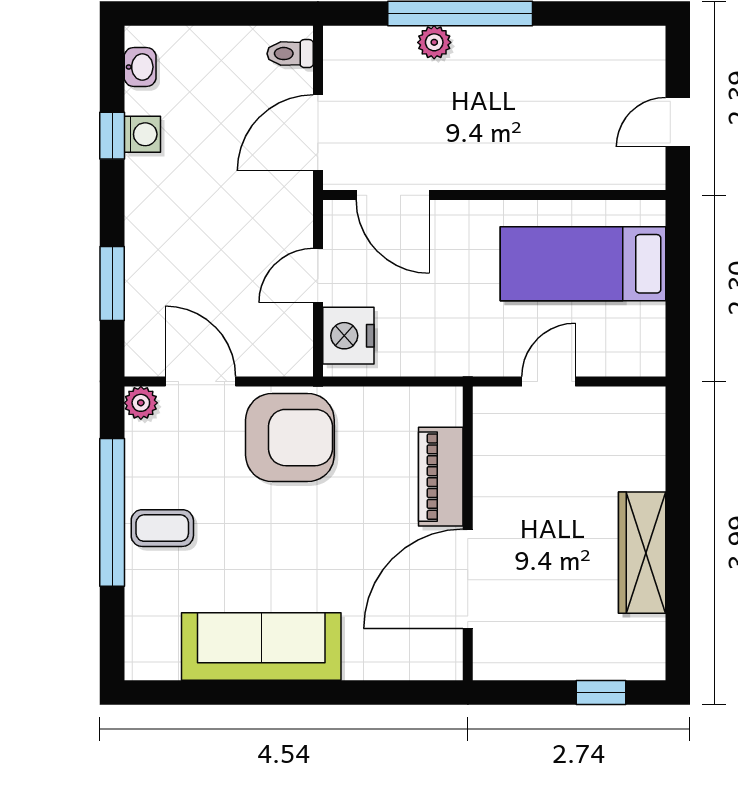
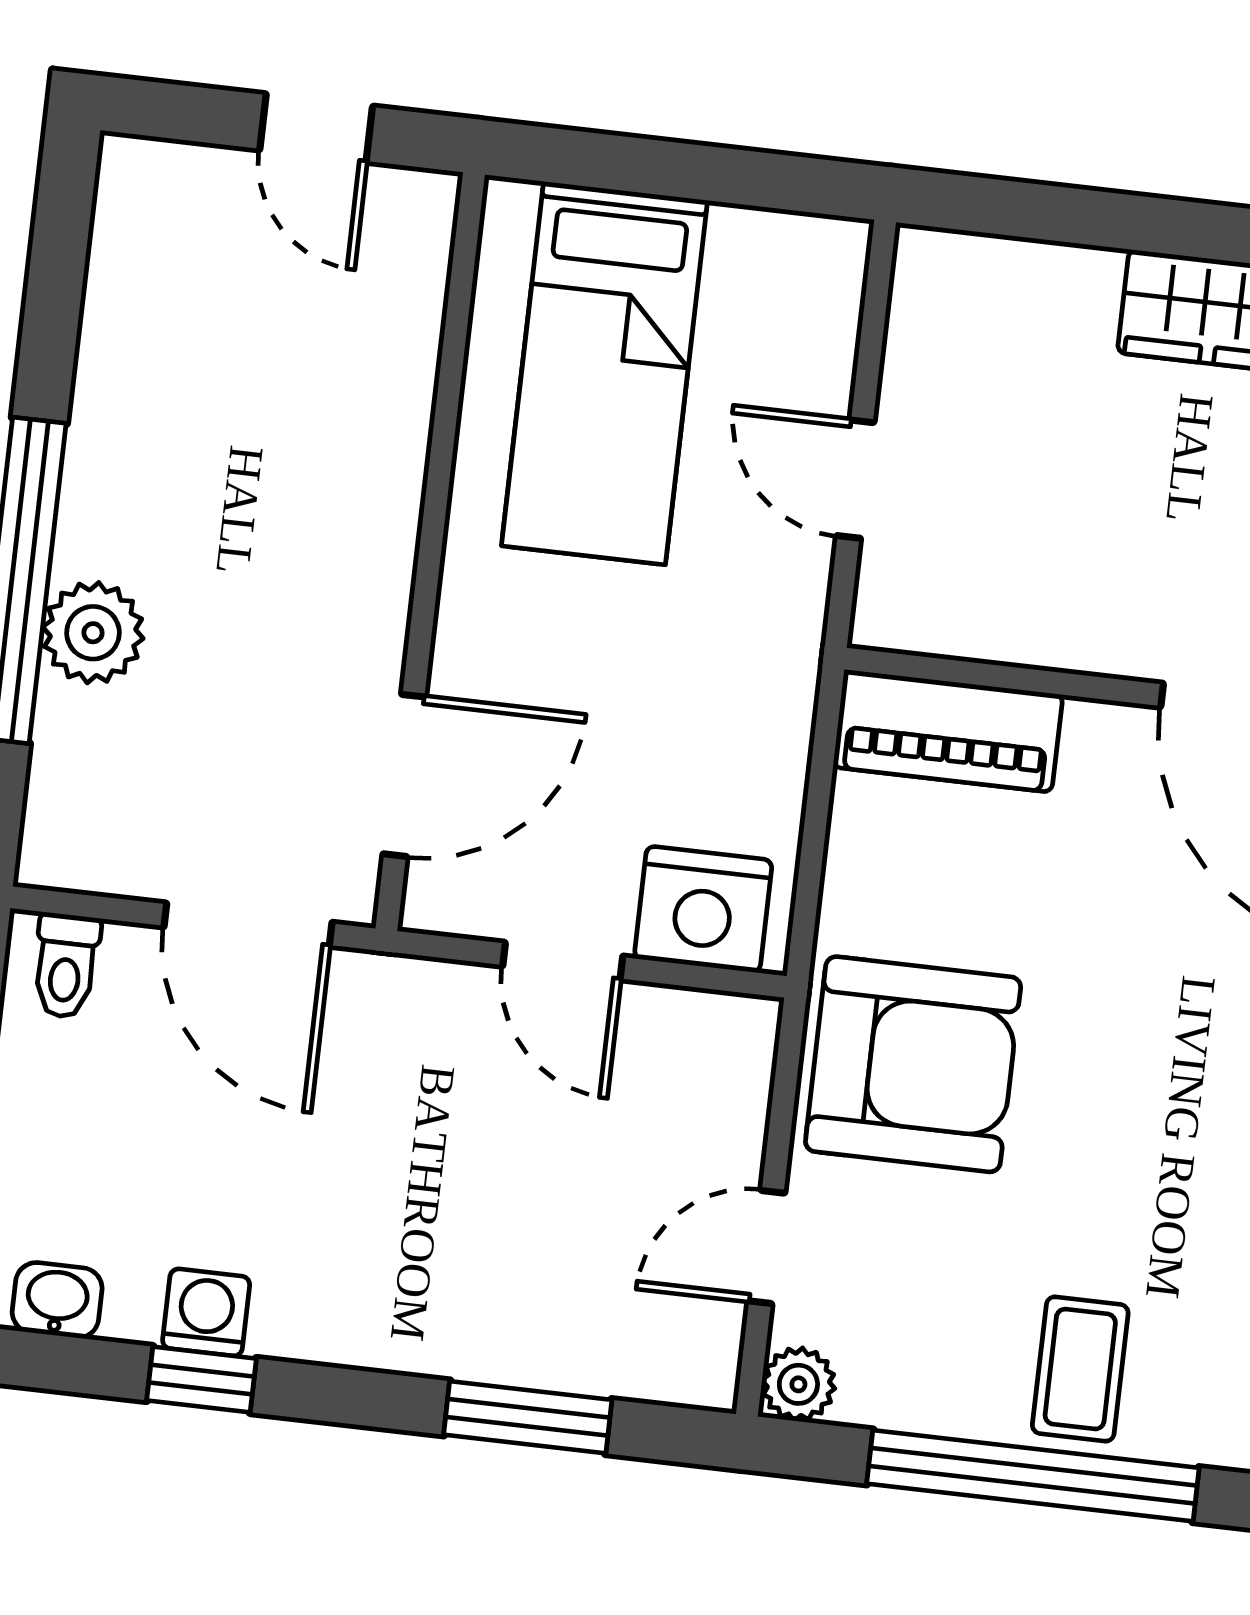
plant: (434, 42) -> (93, 633), width x1.38, depth x1.38
door: (201, 381) -> (766, 1247), width x0.73
armchair: (290, 438) -> (913, 1064), turned 90
piano: (441, 477) -> (948, 731), moved

